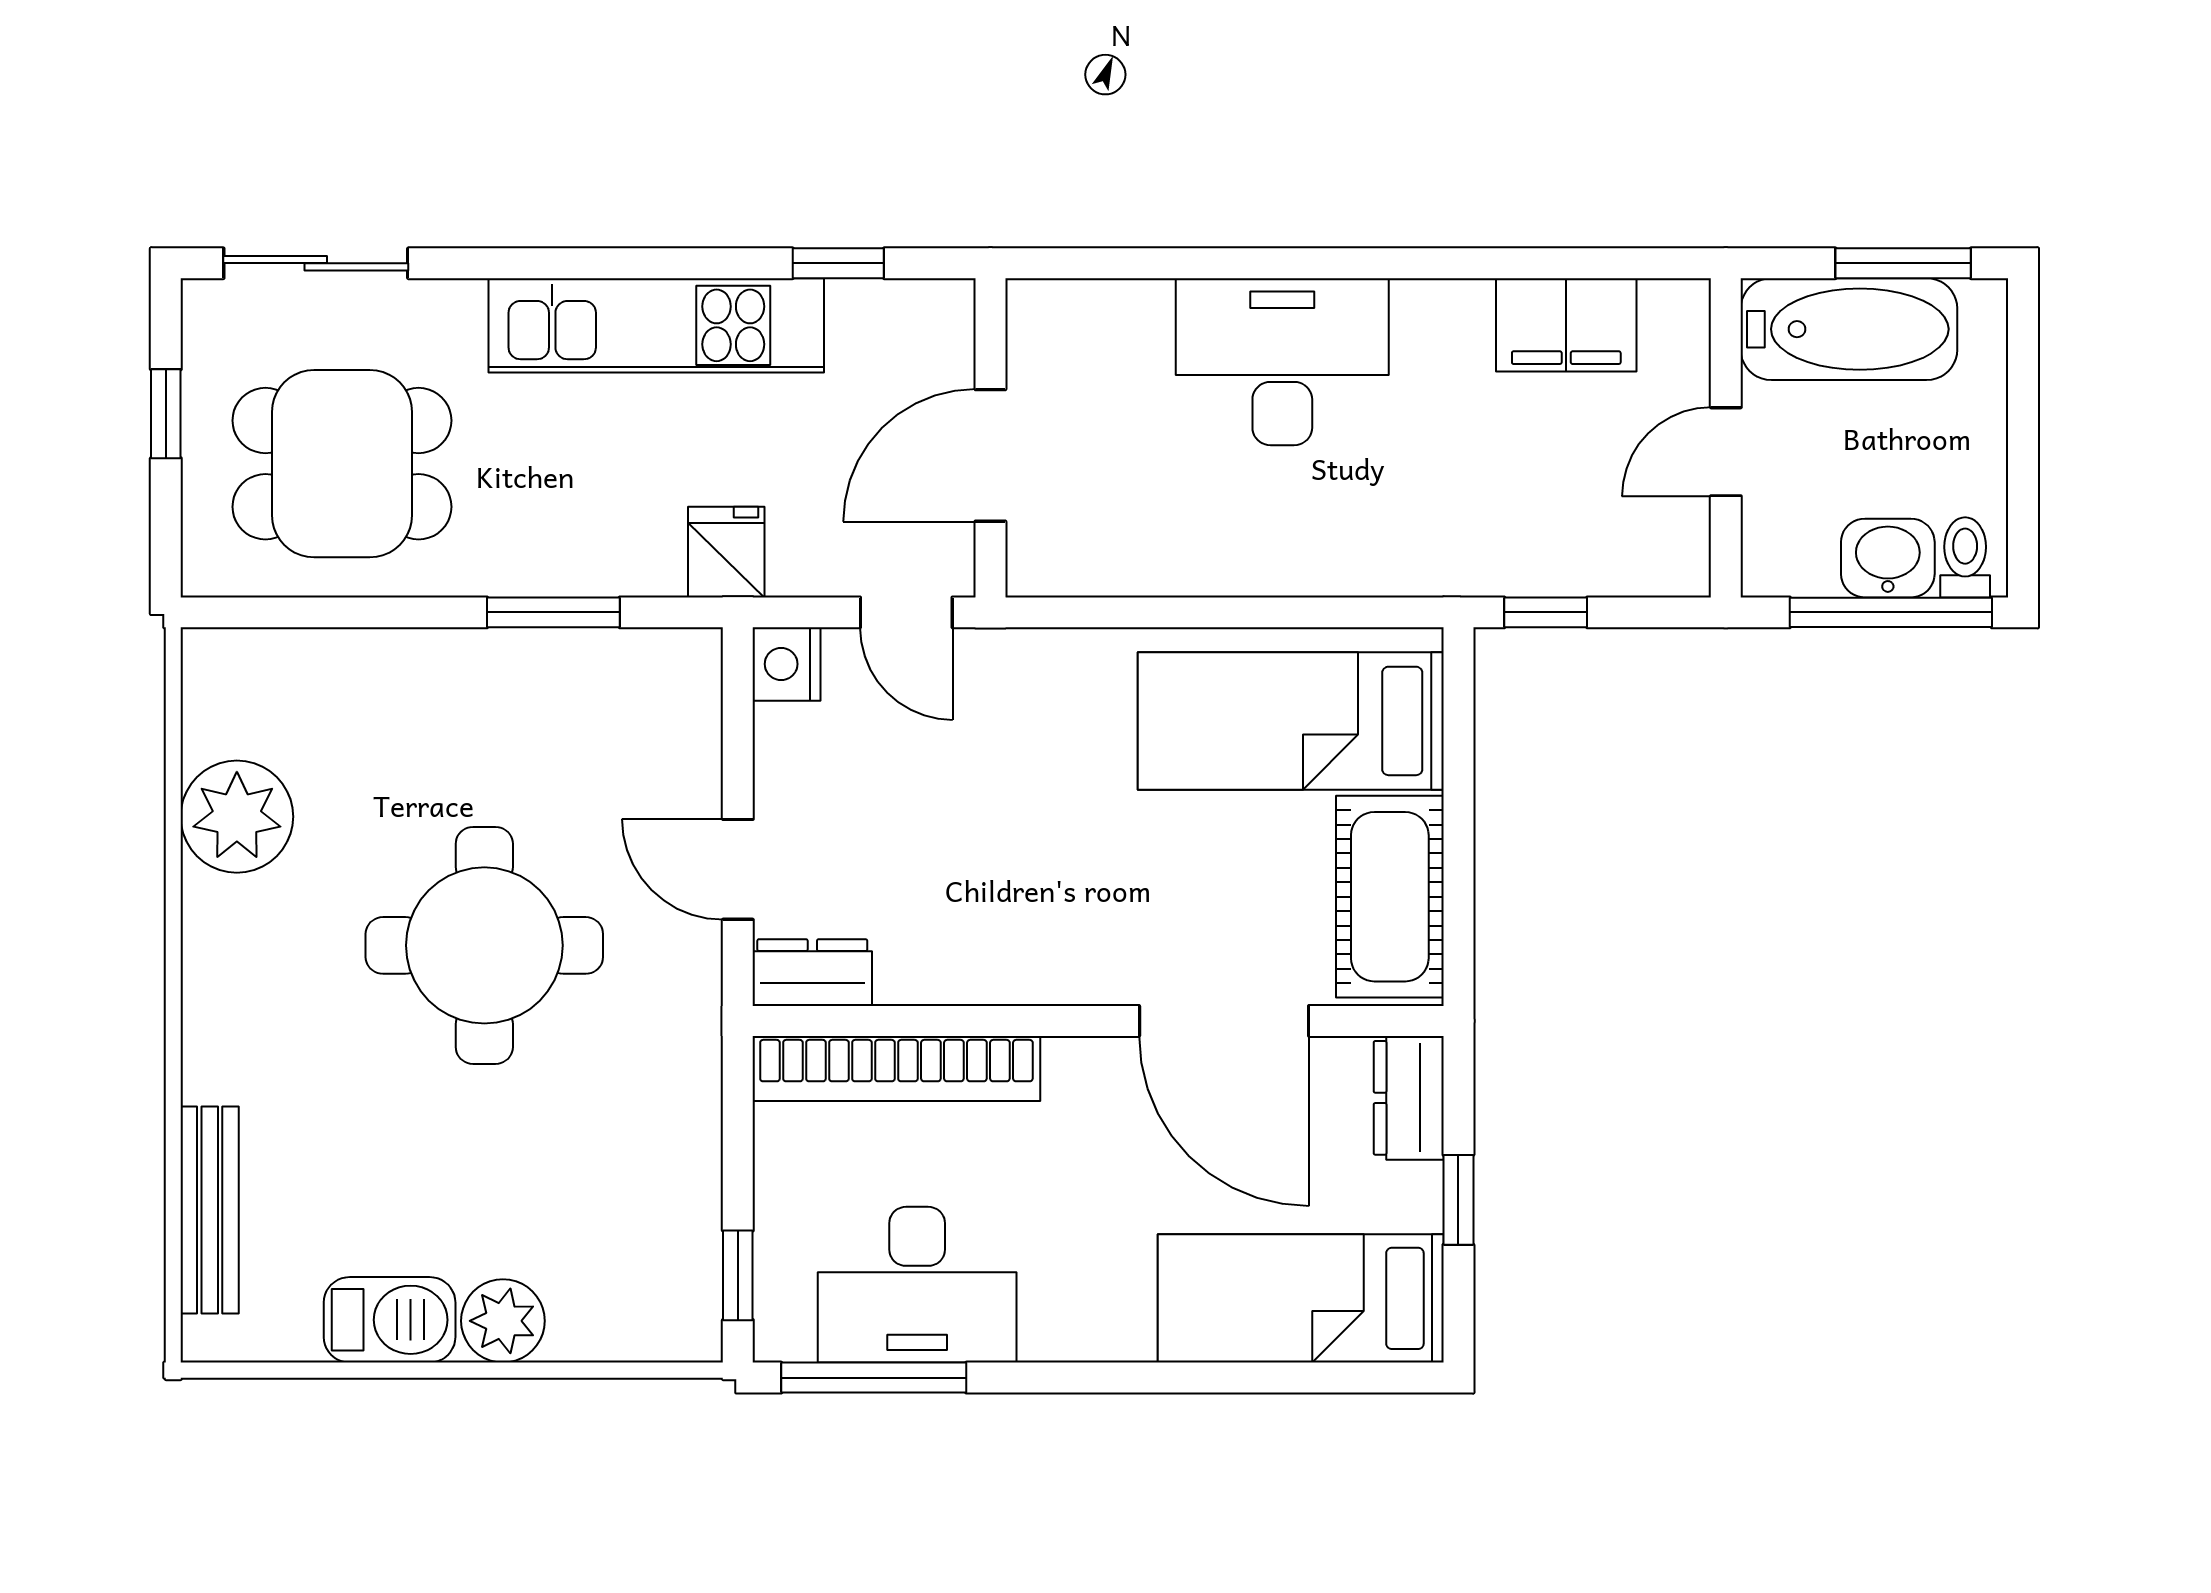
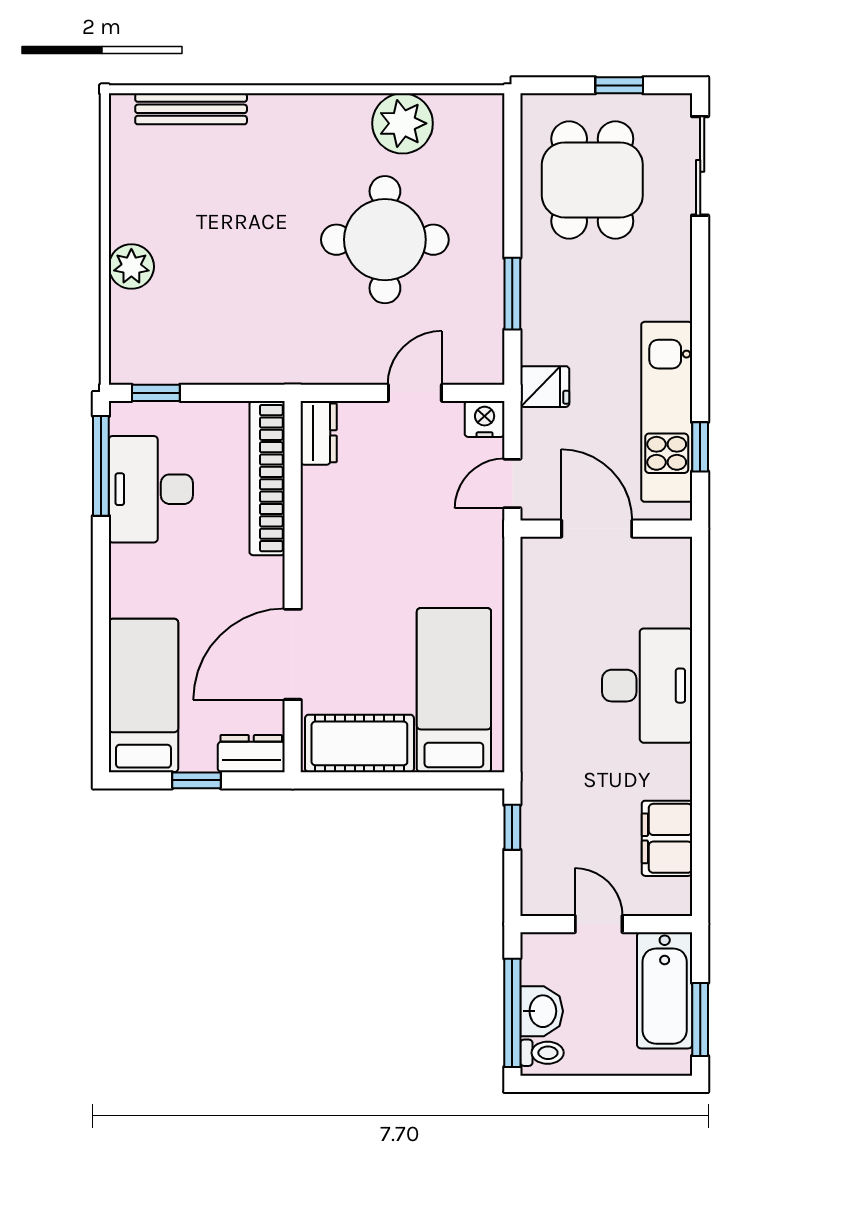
kitchen unit: (656, 325) -> (667, 412), moved
door: (738, 869) -> (415, 393), moved
round table: (484, 945) -> (385, 240), moved
barbecue: (390, 1320) -> (132, 206), removed

